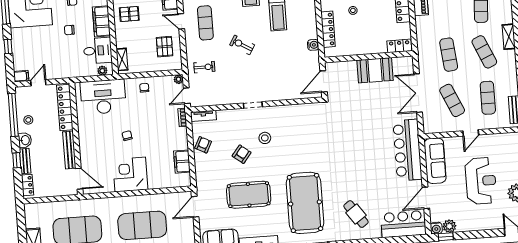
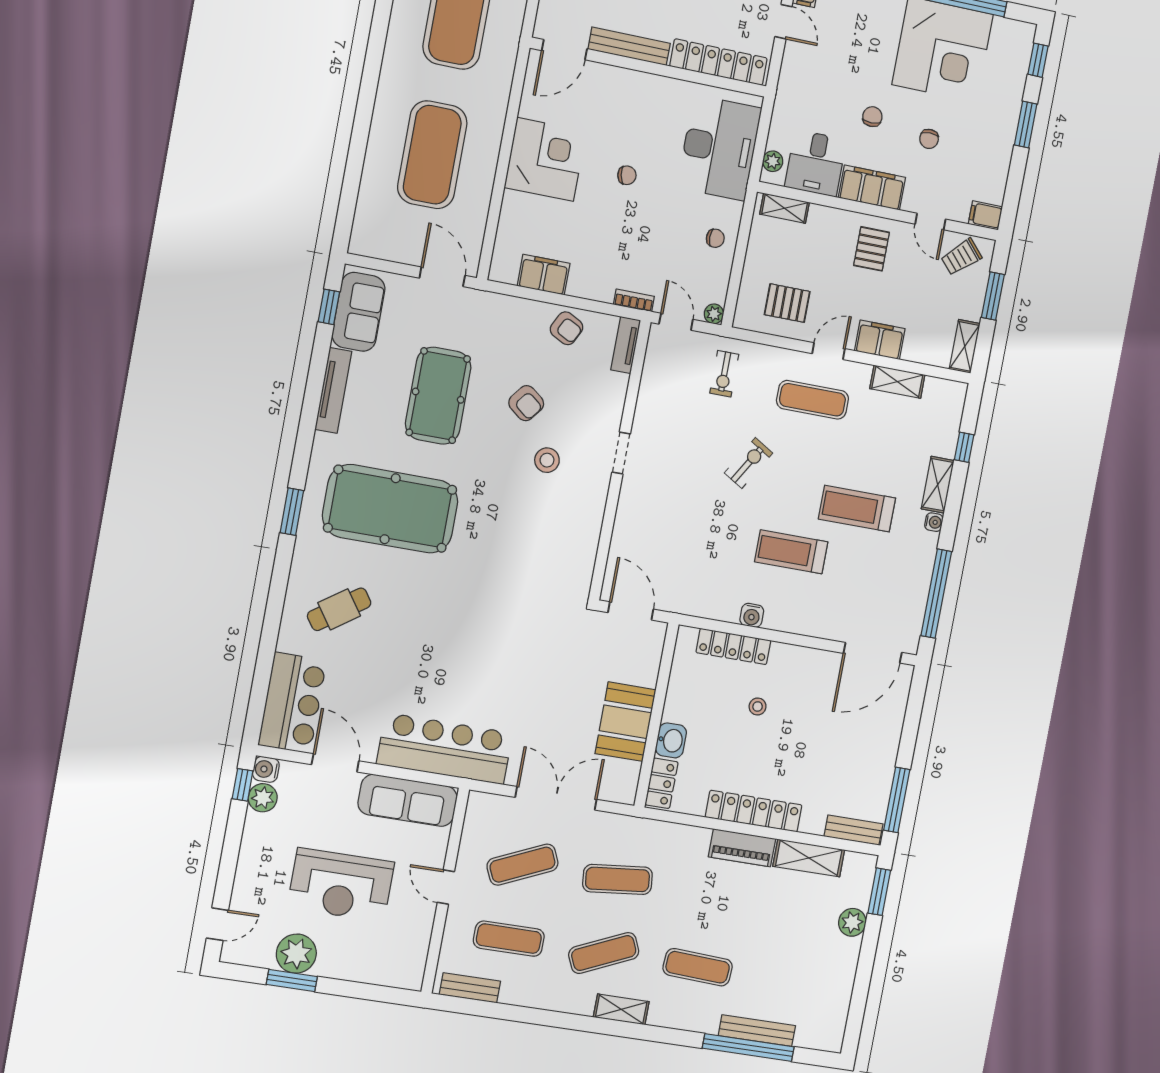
water cooler: (313, 45) -> (752, 615), moved
washbasin: (378, 47) -> (671, 740), added

